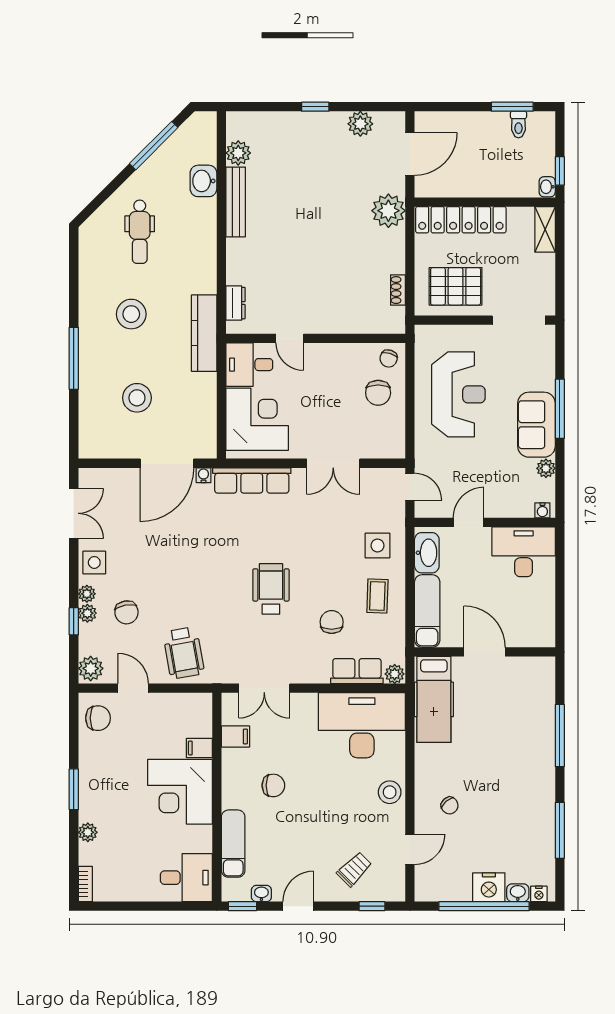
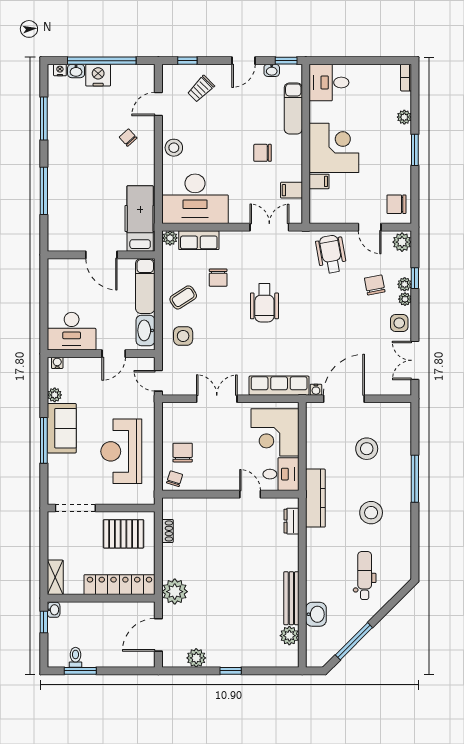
coffee table: (377, 596) -> (183, 297), turned 55

